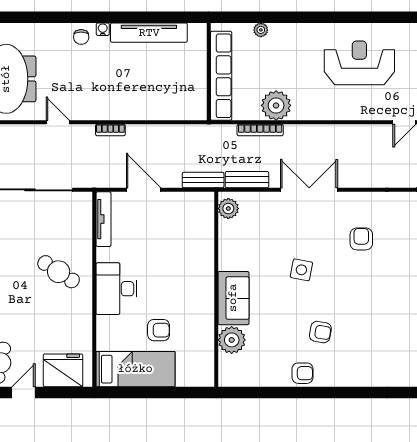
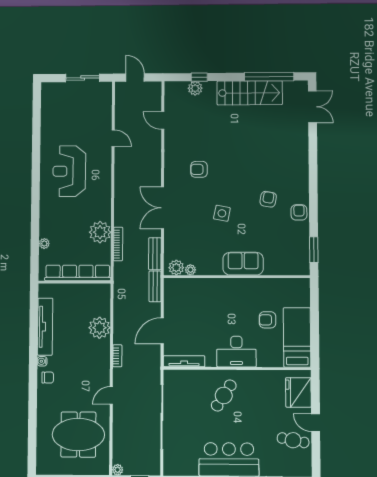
plant: (148, 106) -> (100, 328), added
armchair: (159, 330) -> (267, 320), turned -90
plant: (232, 340) -> (190, 270), moved, width x0.53, depth x0.53
window: (252, 393) -> (314, 250), added

